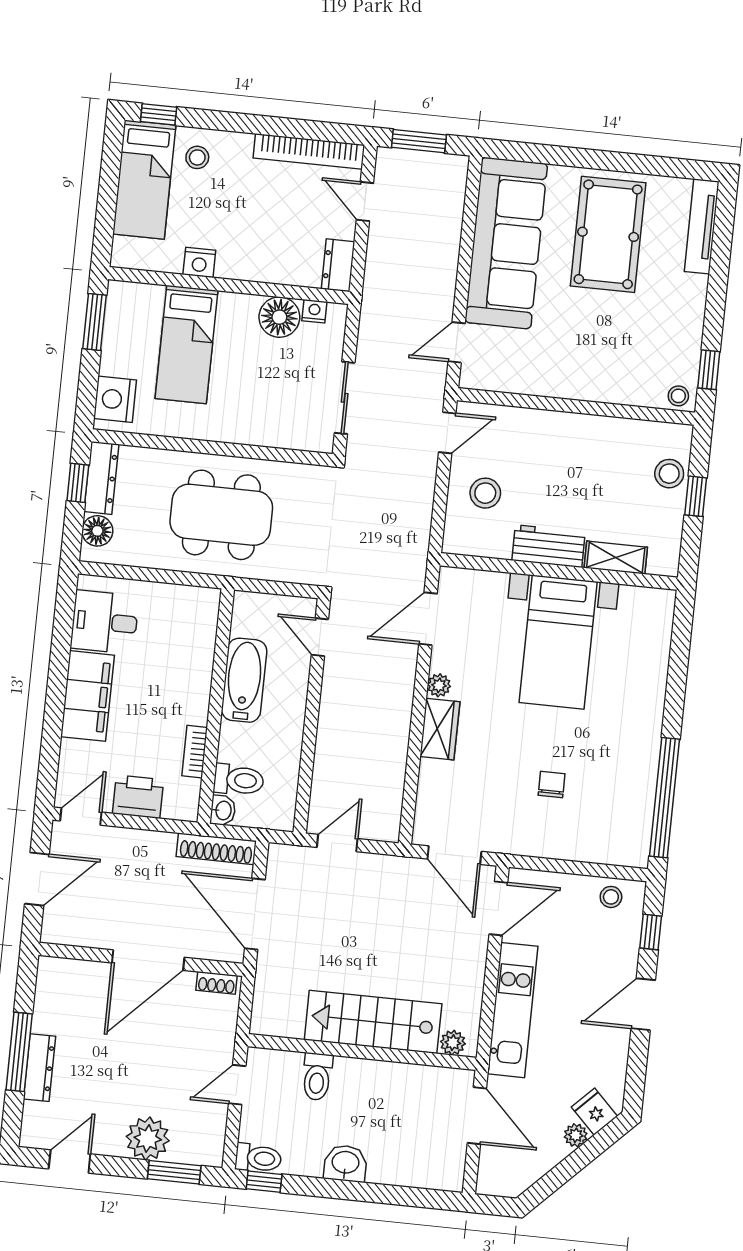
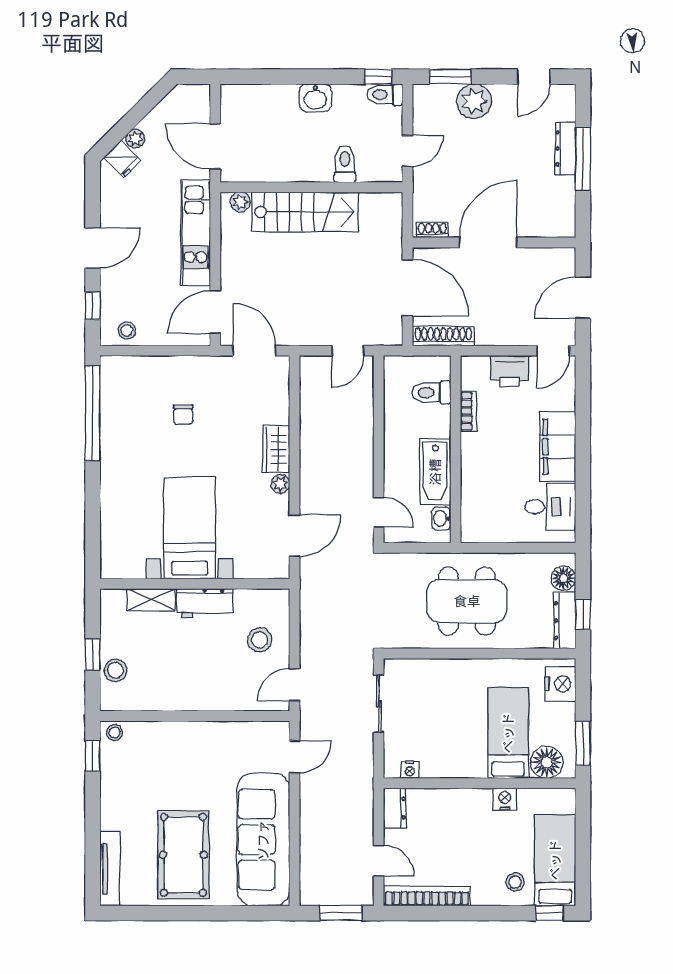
floor lamp: (279, 317) -> (547, 762), moved
washbasin: (223, 810) -> (441, 519), moved

